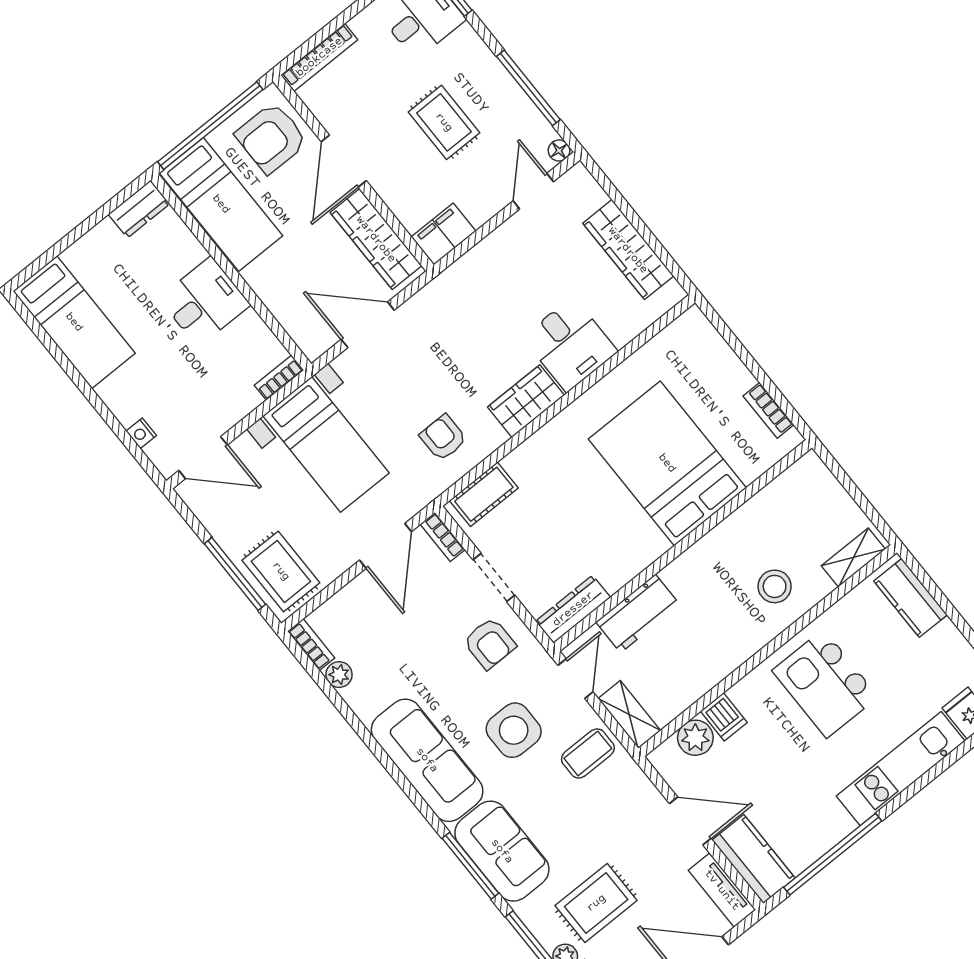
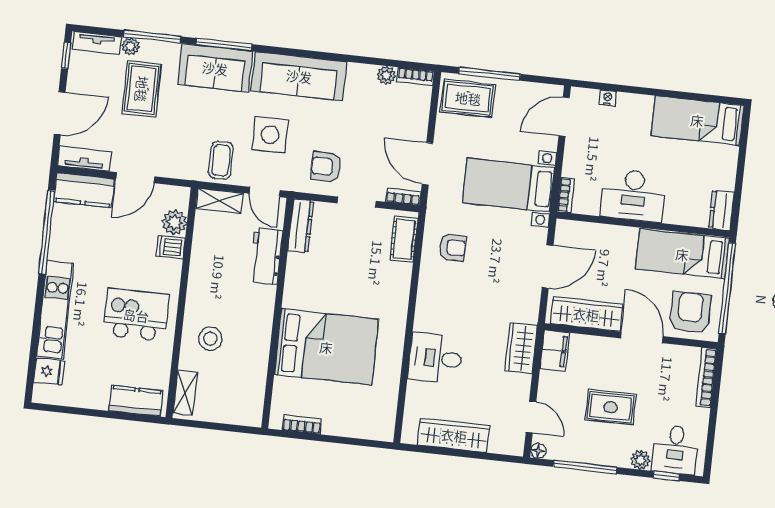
plant: (466, 40) -> (640, 460), added
desk: (205, 302) -> (633, 195), width x1.37
wardrobe: (526, 401) -> (521, 348), moved, turned 180

